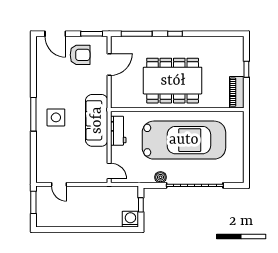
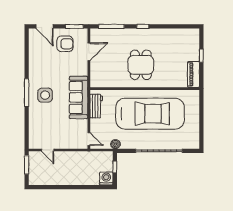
dining table: (173, 81) -> (141, 65), width x0.53, depth x0.80
boiler: (160, 177) -> (115, 144), moved

